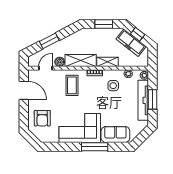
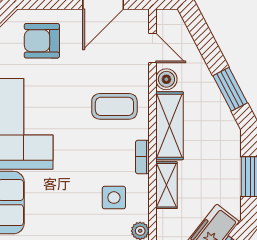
window: (49, 41) -> (230, 89), moved

